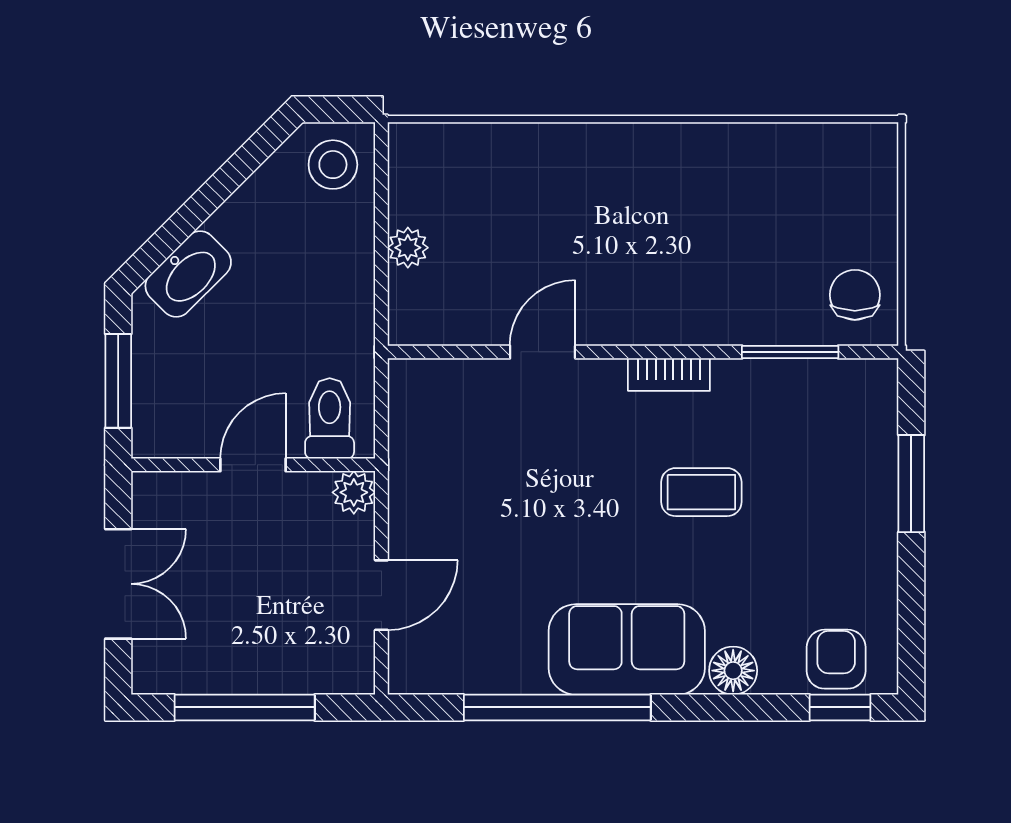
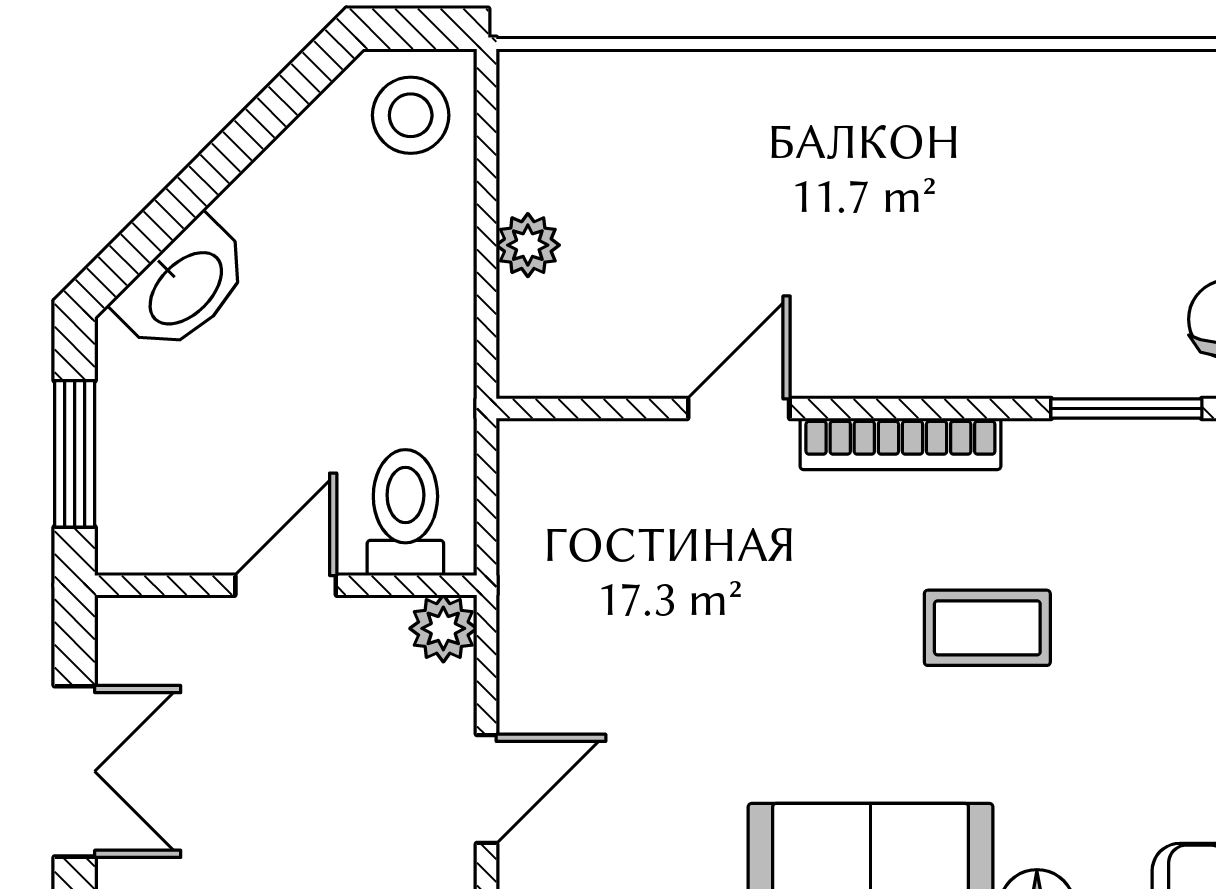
bookcase: (669, 375) -> (900, 444), width x1.56

